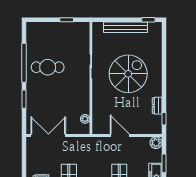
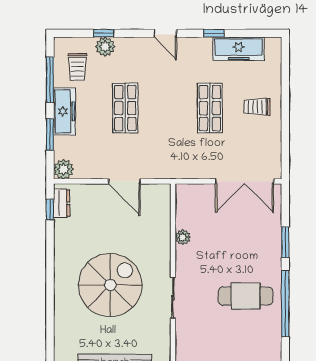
spiral stairs: (128, 74) -> (110, 285), turned 180
dresser: (157, 106) -> (62, 203), moved
plant: (85, 119) -> (183, 237), moved

